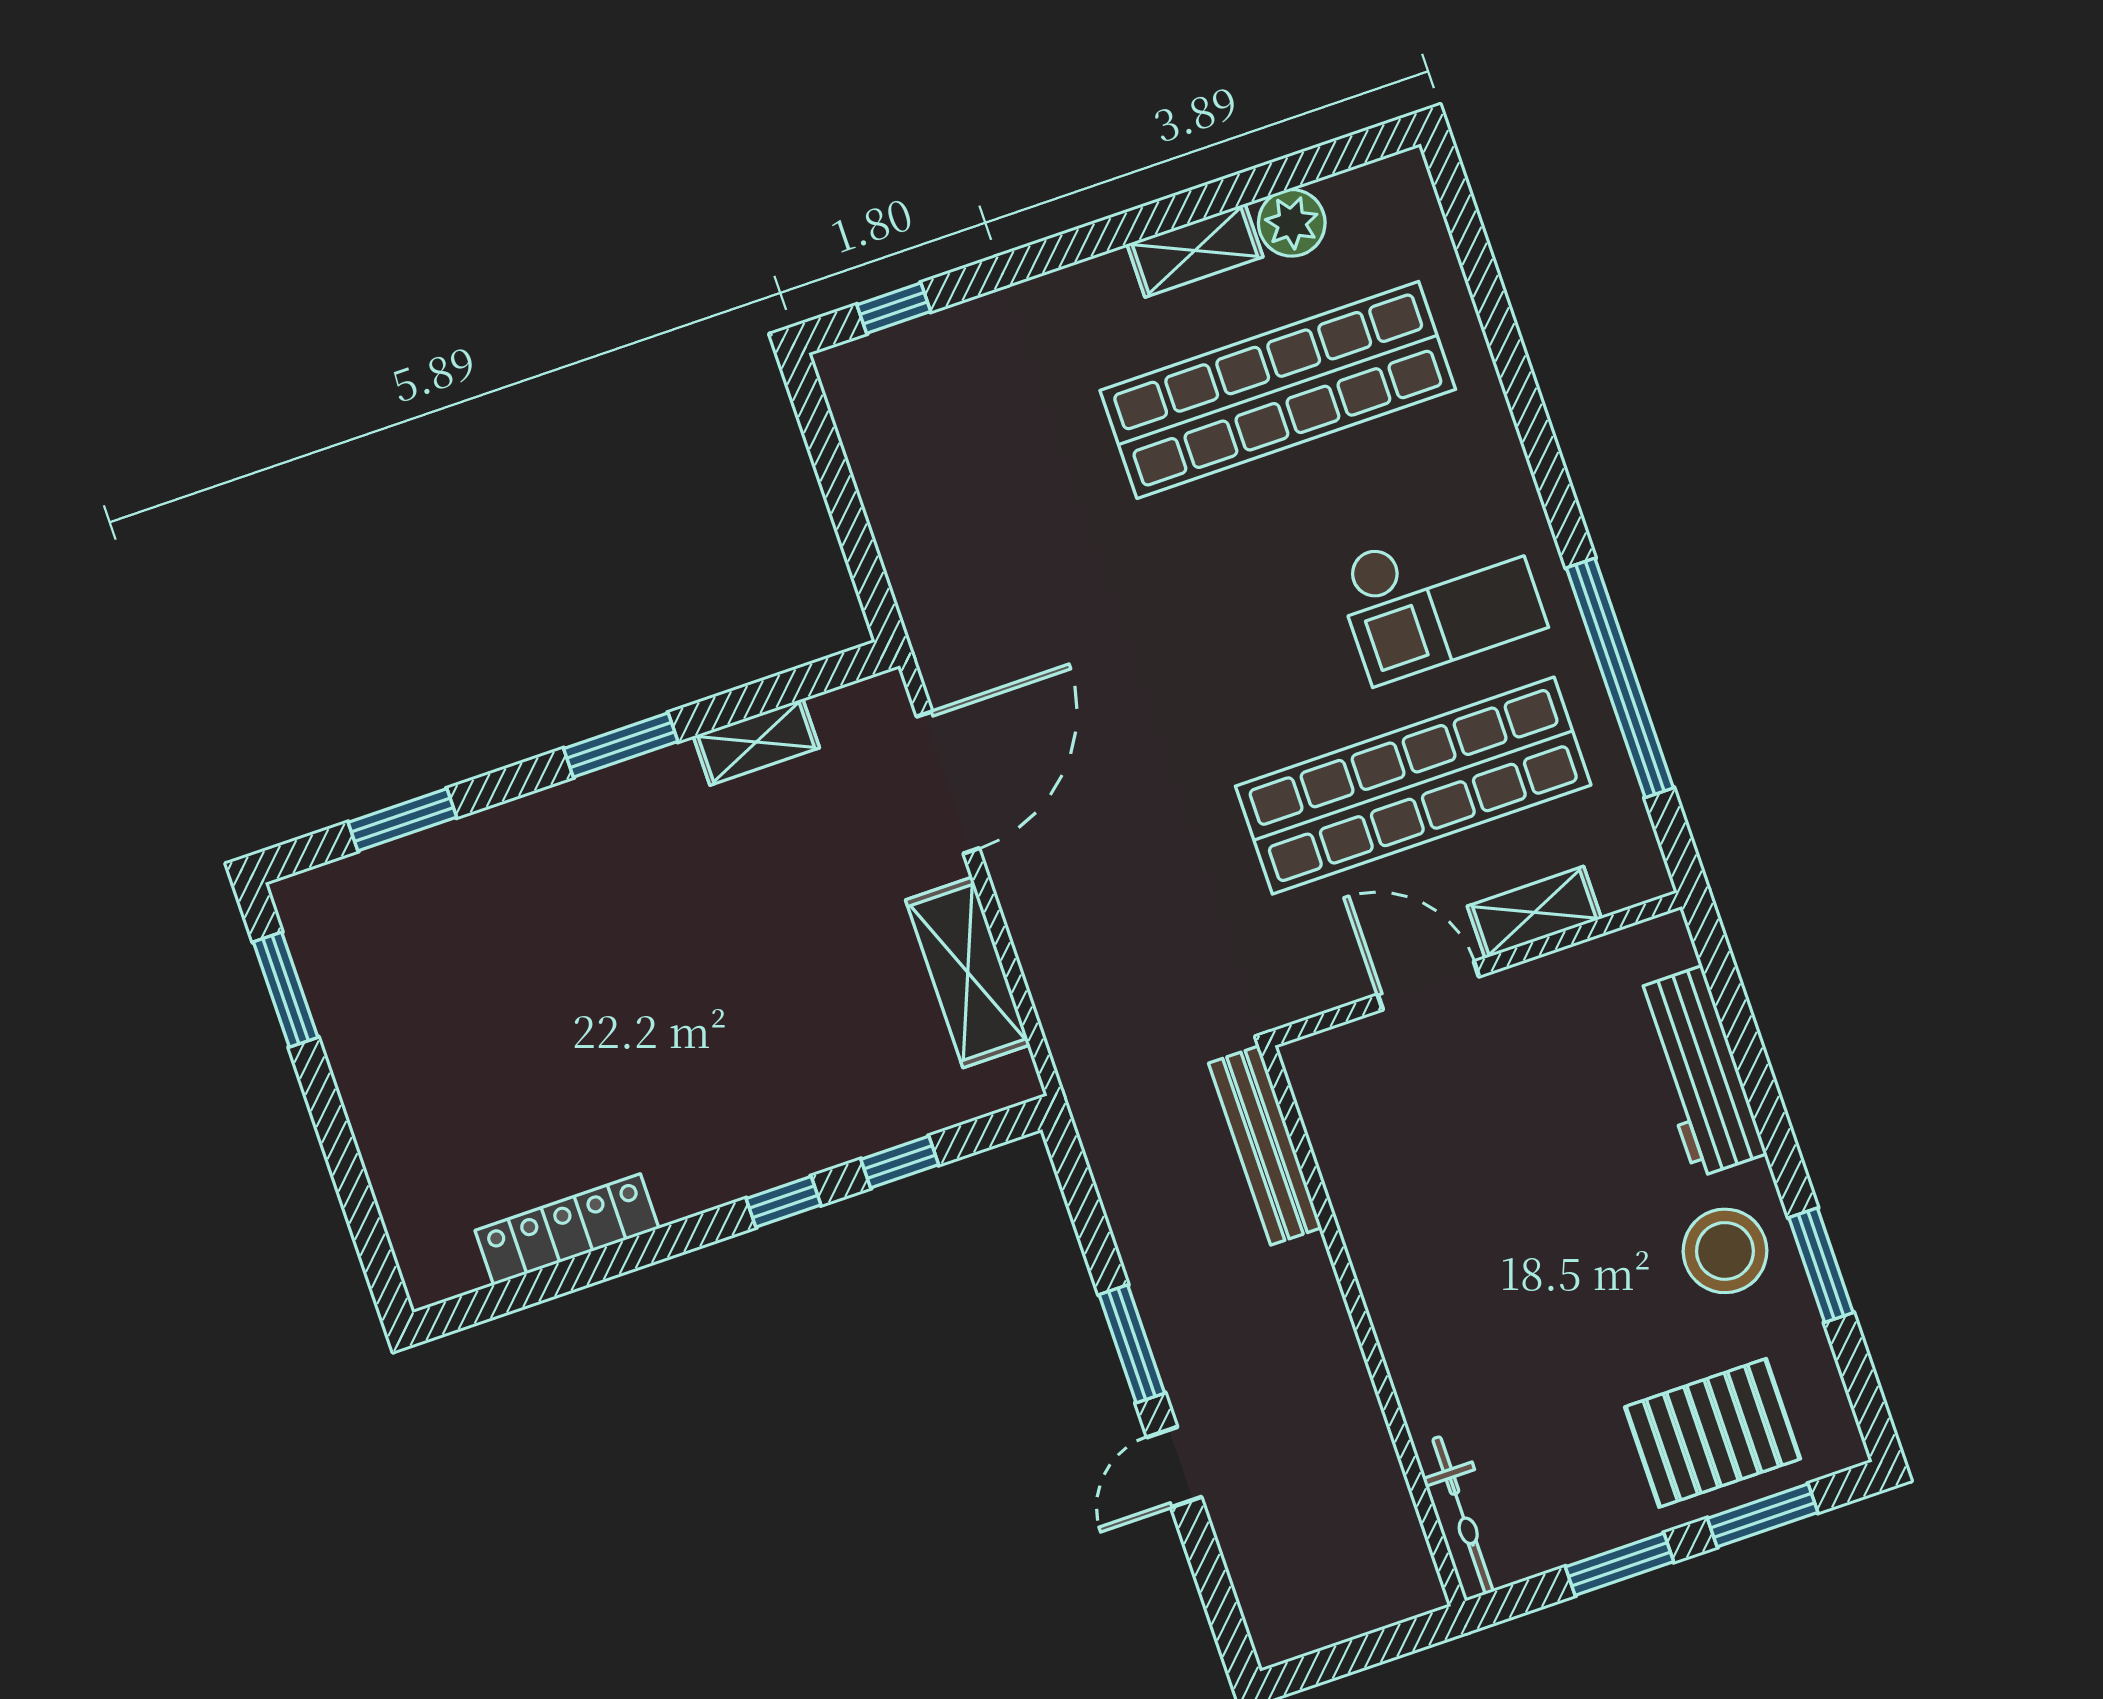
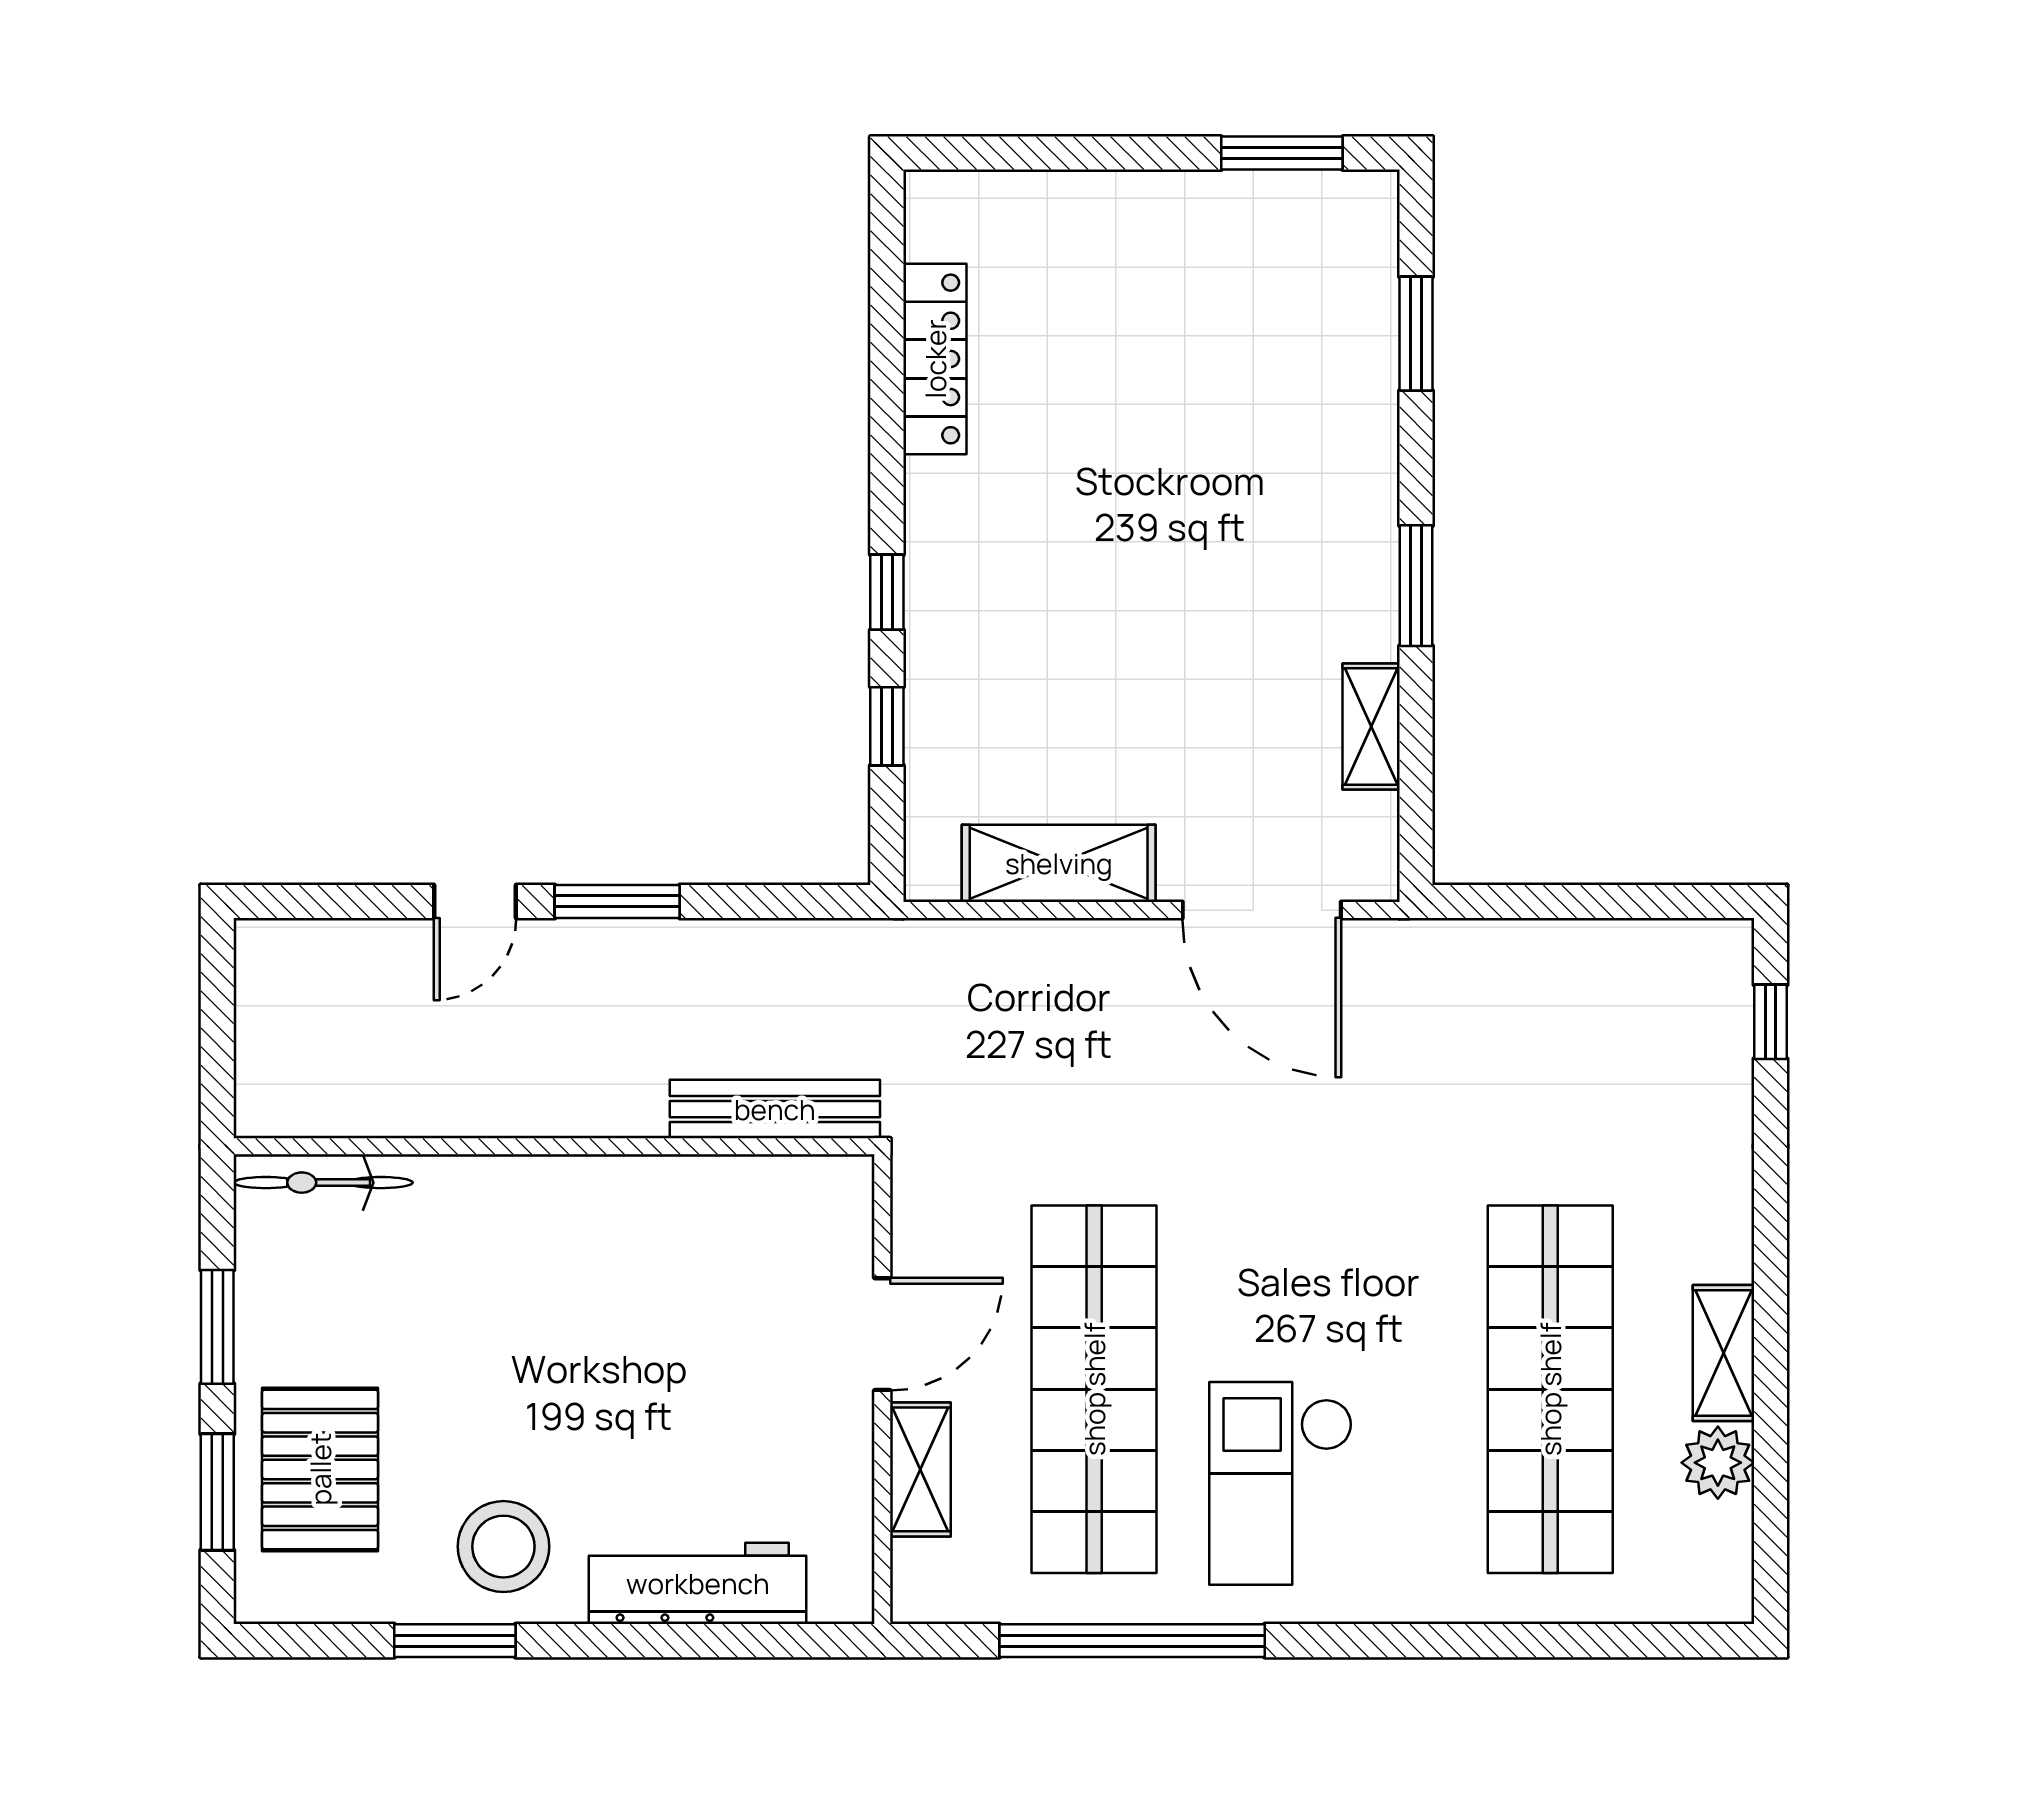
door: (1174, 1467) -> (475, 901), swing flipped

